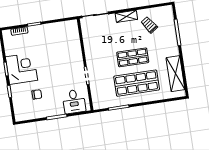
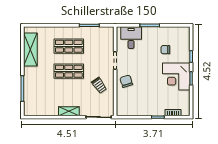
trolley: (149, 25) -> (99, 85), moved
chair: (72, 56) -> (126, 81), added
shop shelf: (137, 83) -> (69, 46), width x0.70, depth x0.74

